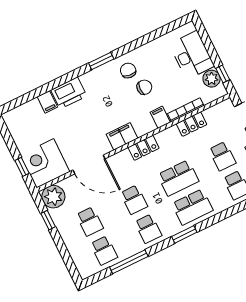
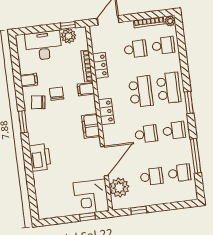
filing cabinet: (47, 102) -> (29, 80), moved
plant: (53, 197) -> (119, 187), moved

